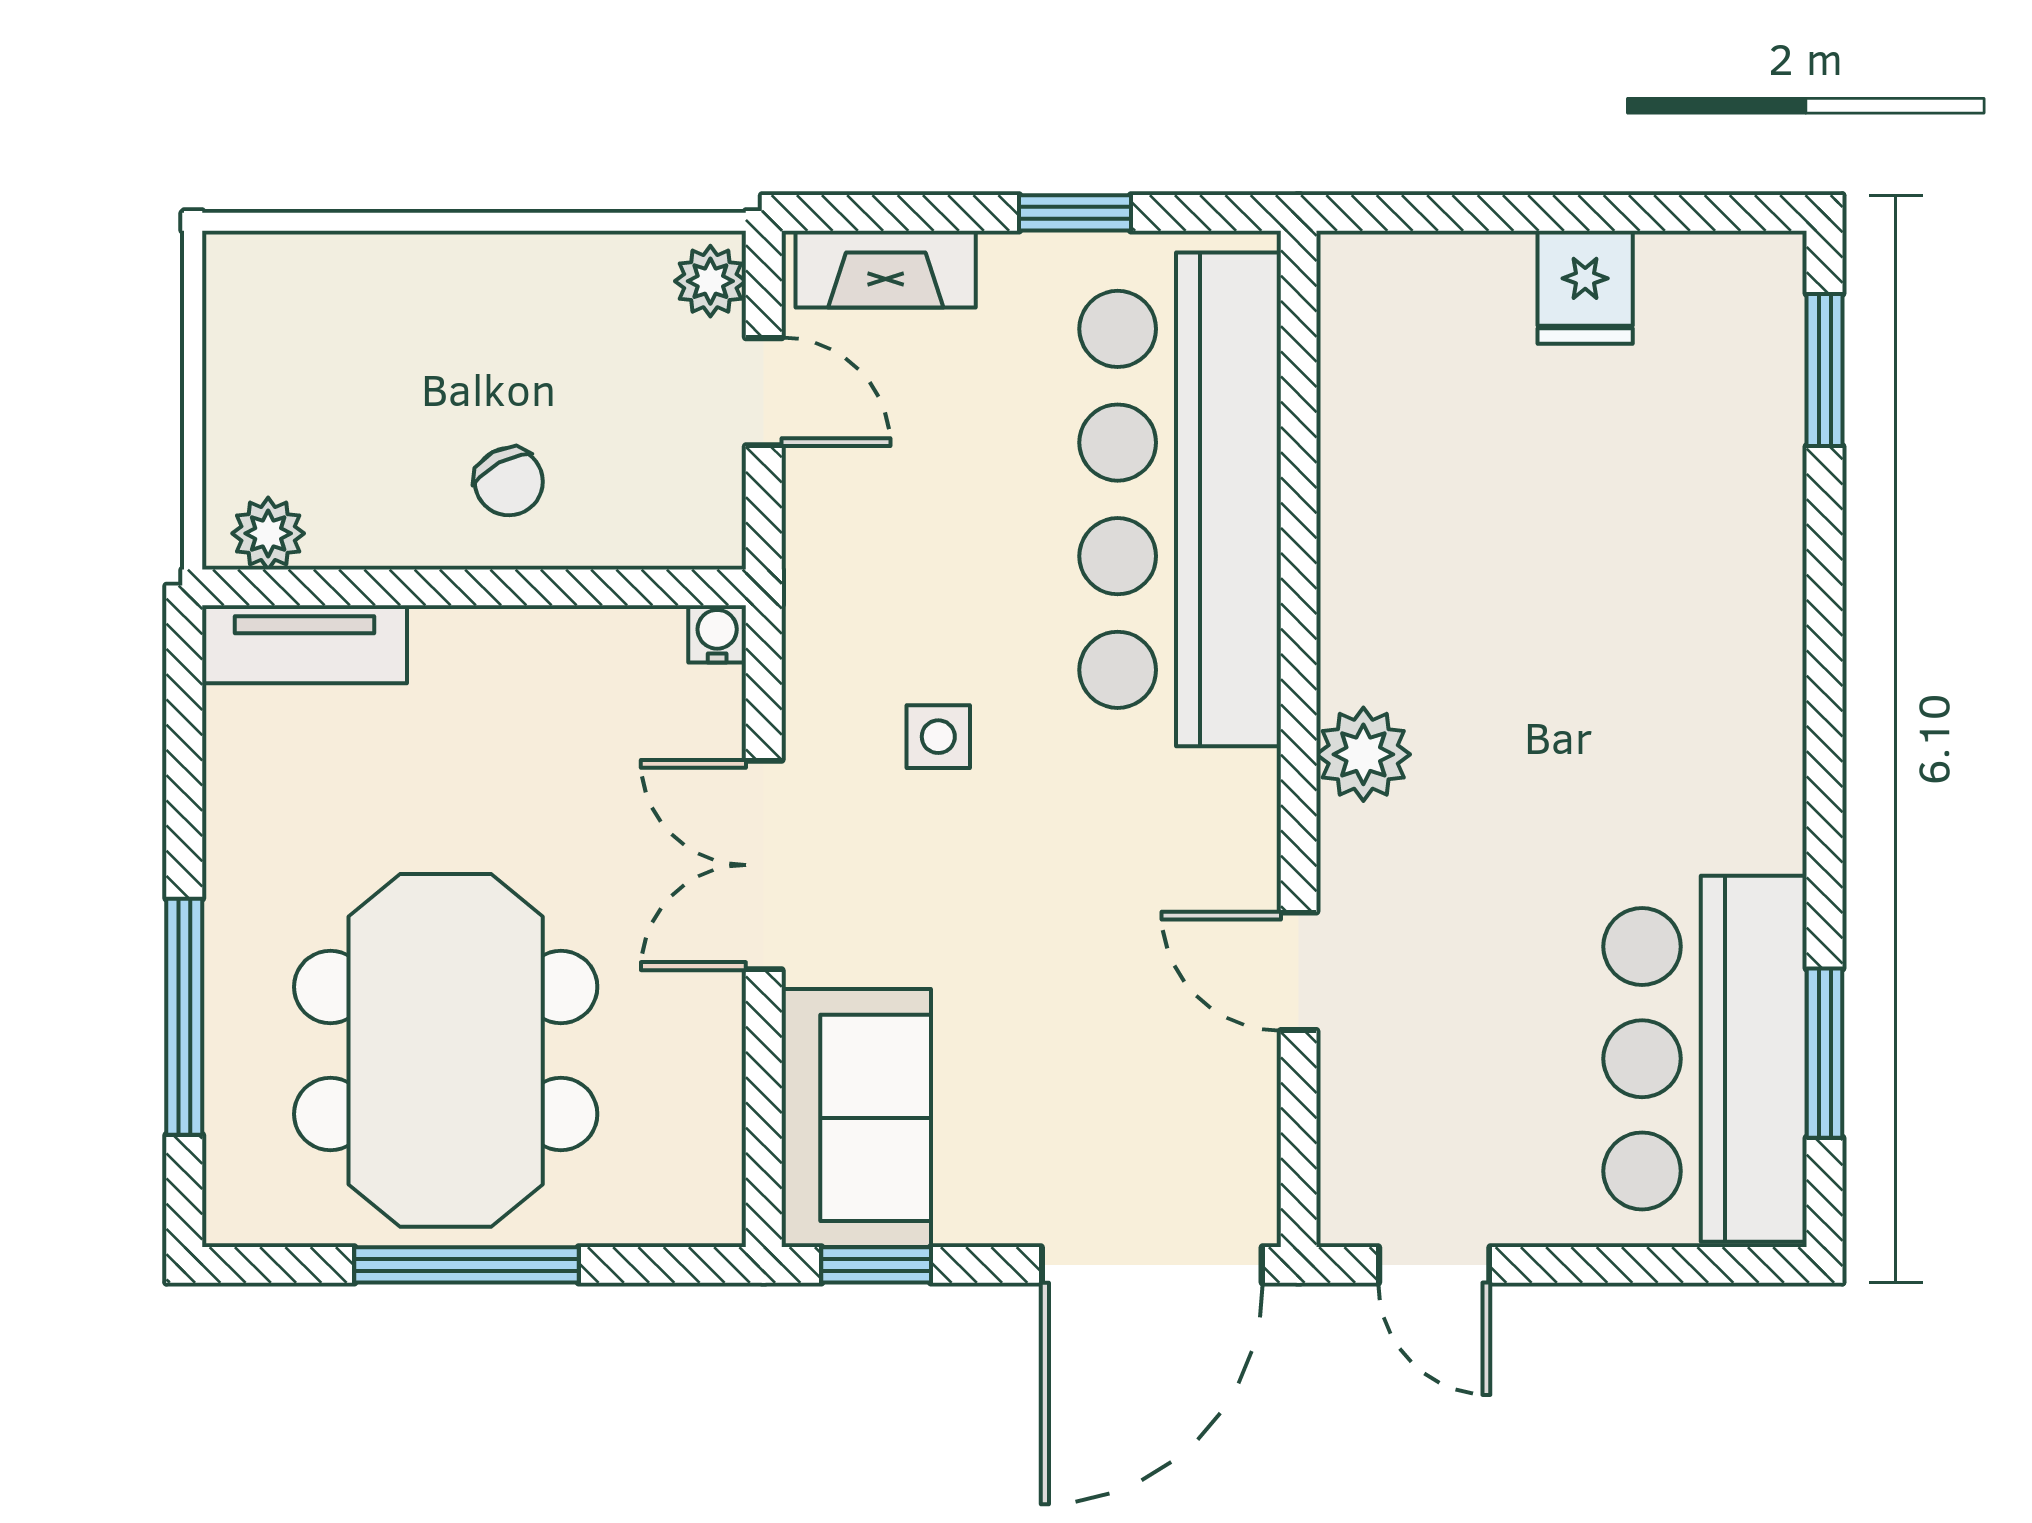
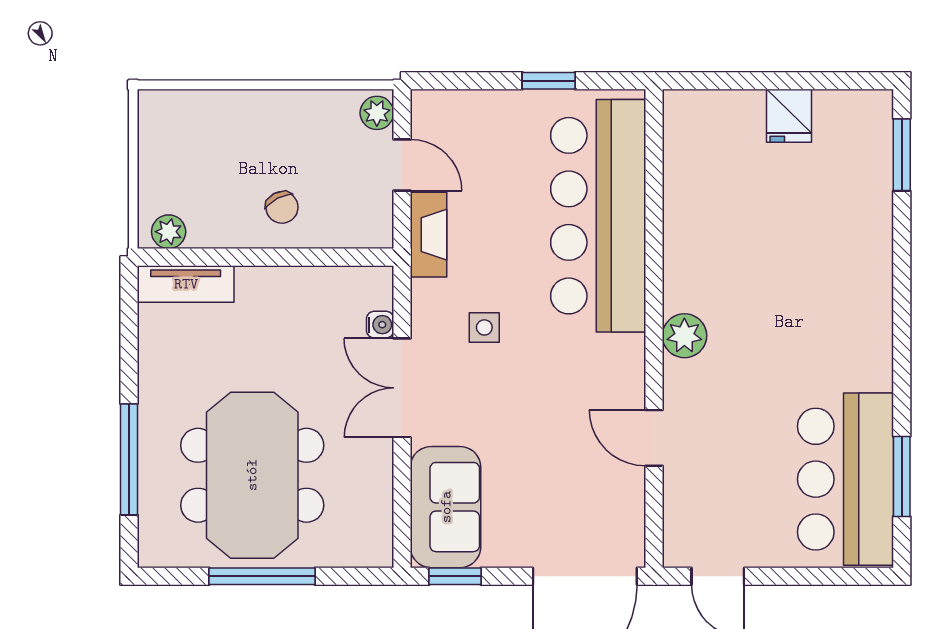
fireplace: (886, 269) -> (429, 235), moved, turned -90
water cooler: (717, 634) -> (380, 325), moved, turned 90

